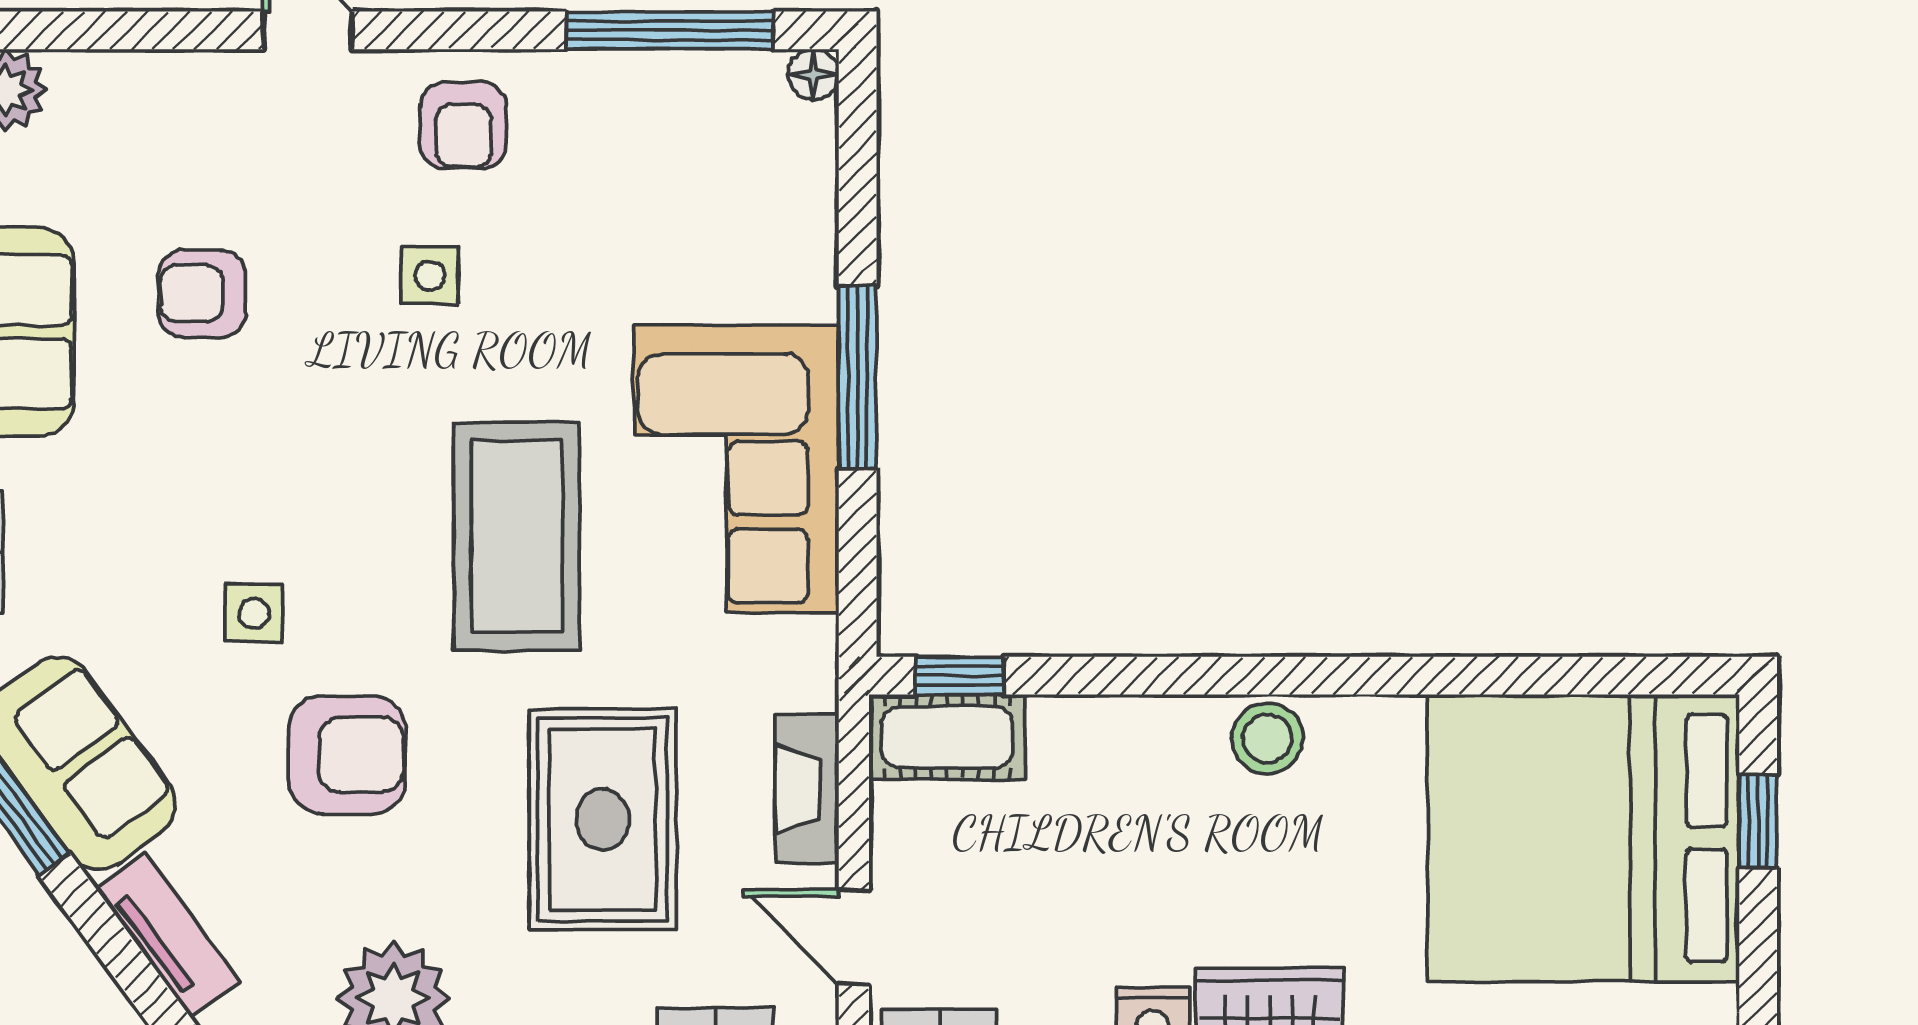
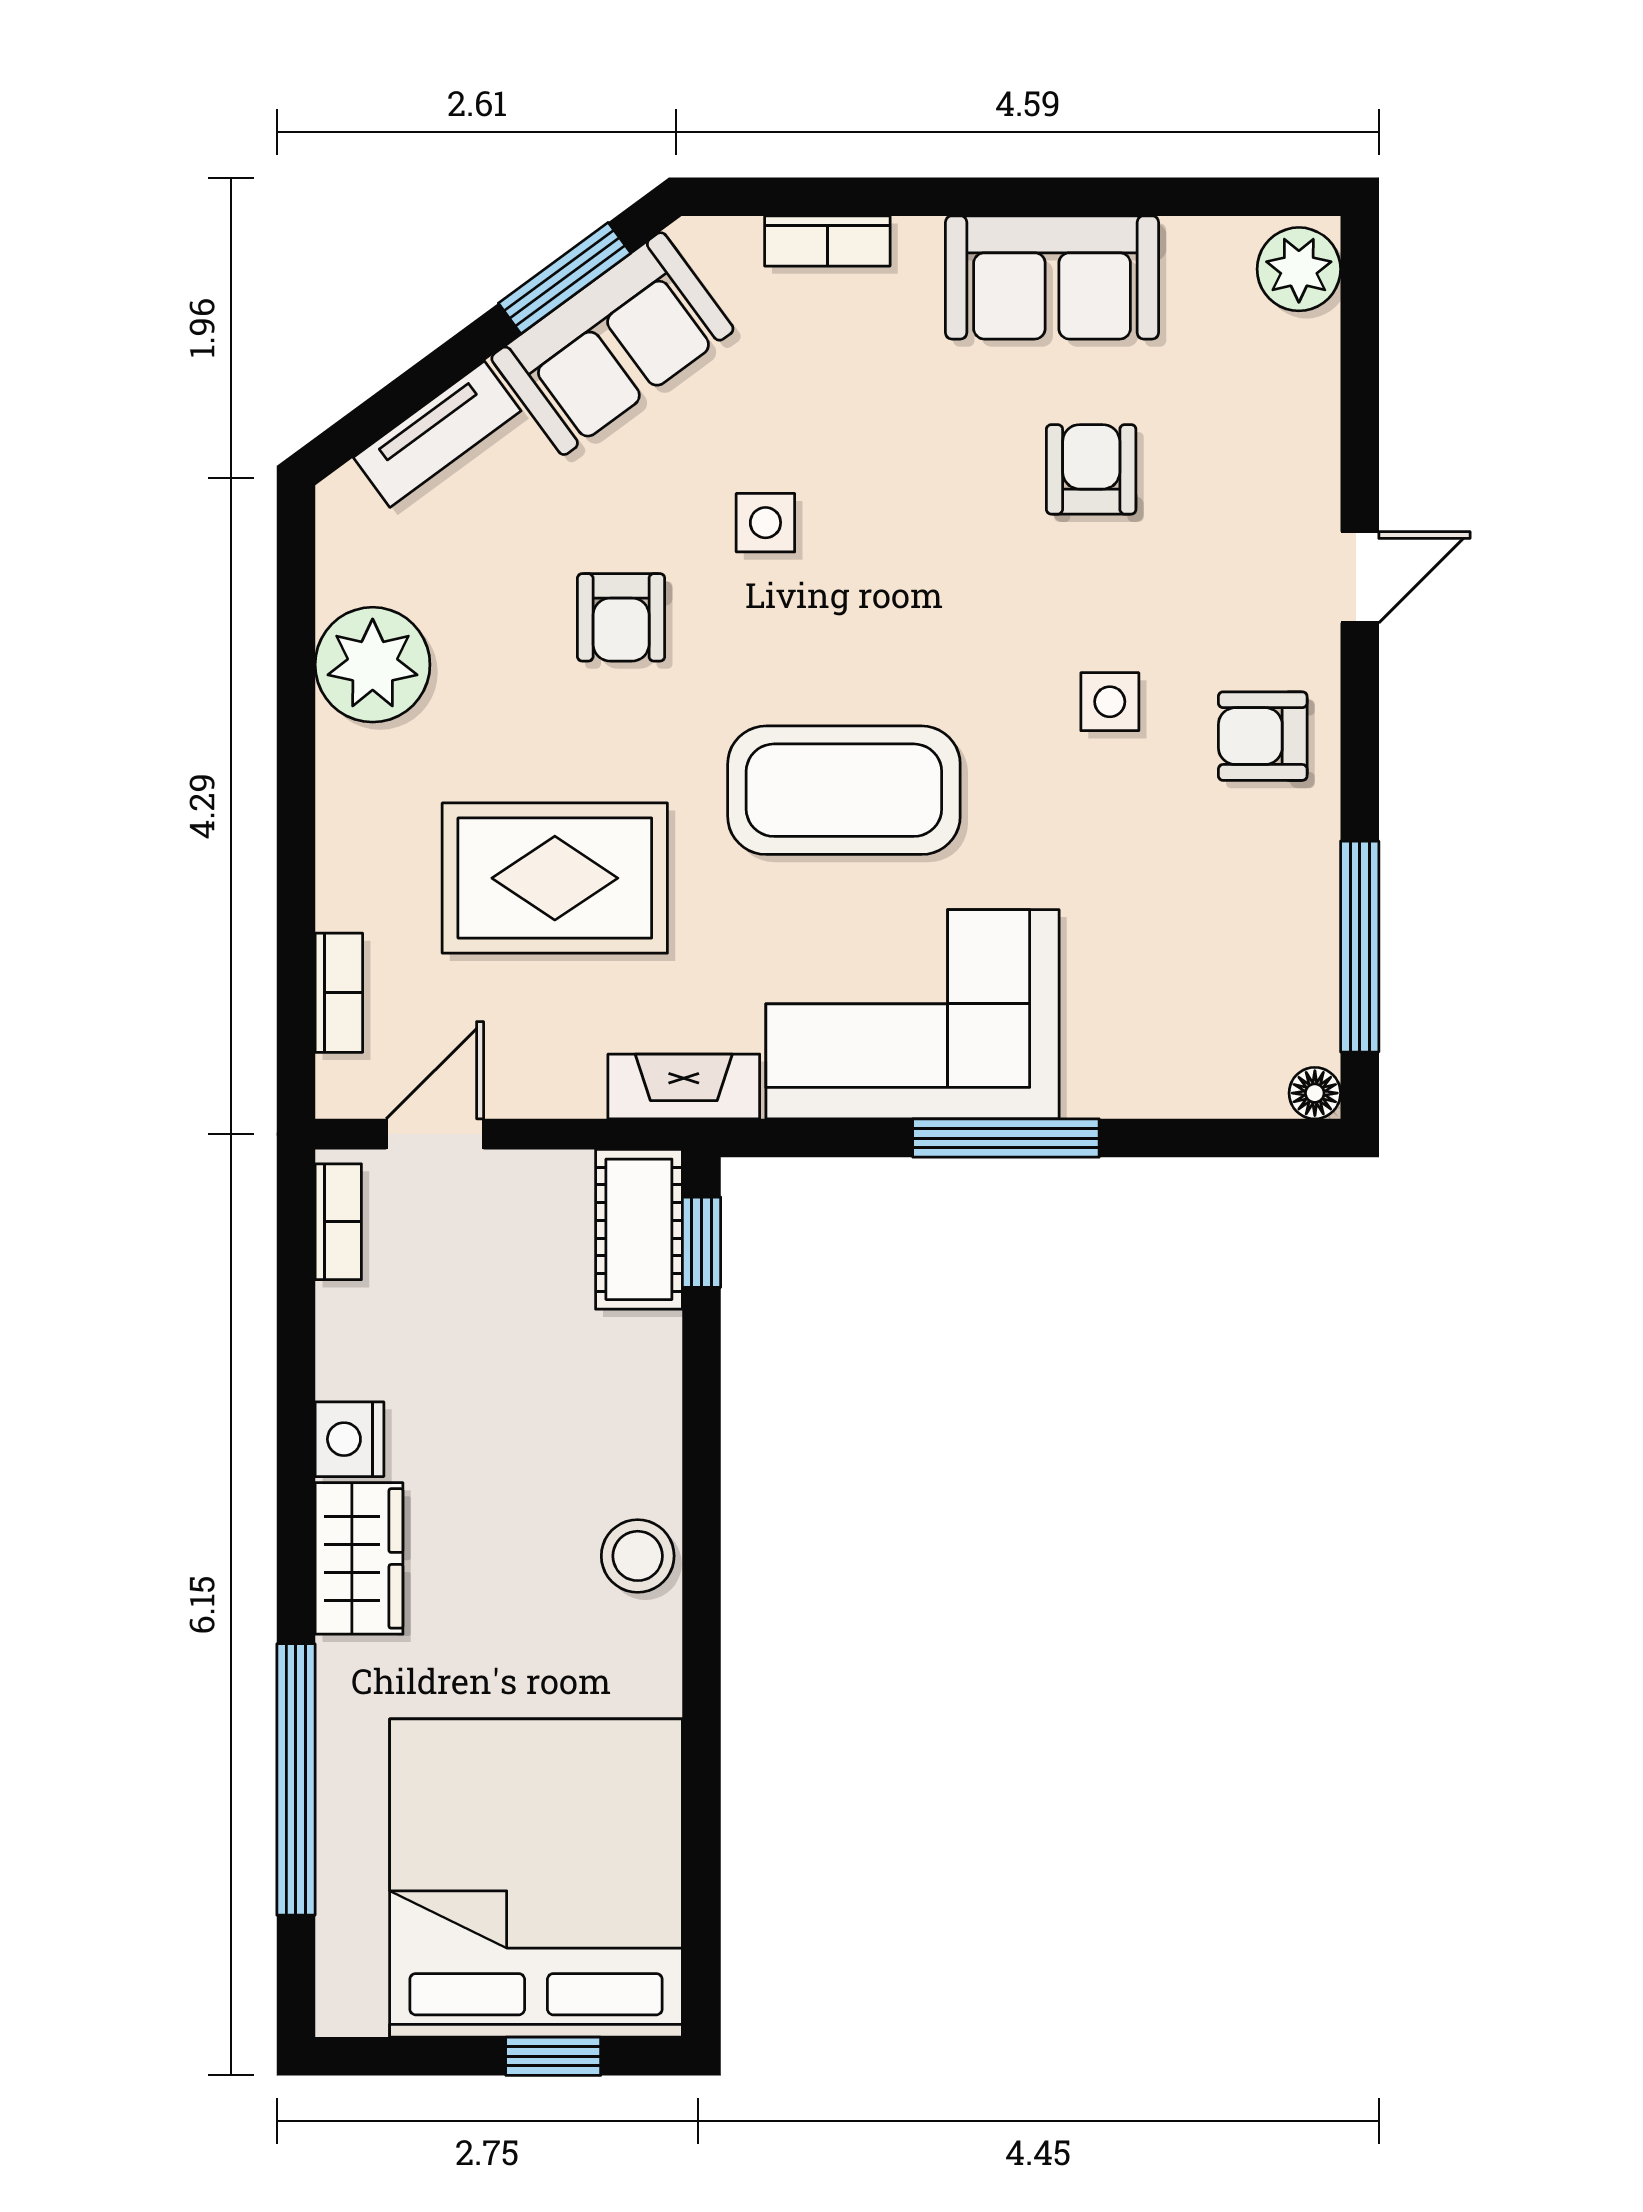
armchair: (347, 755) -> (621, 617), width x0.72, depth x0.72
fireplace: (807, 789) -> (684, 1086), moved

